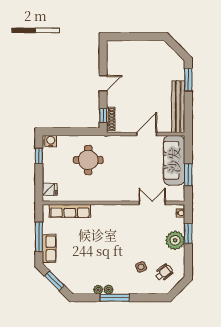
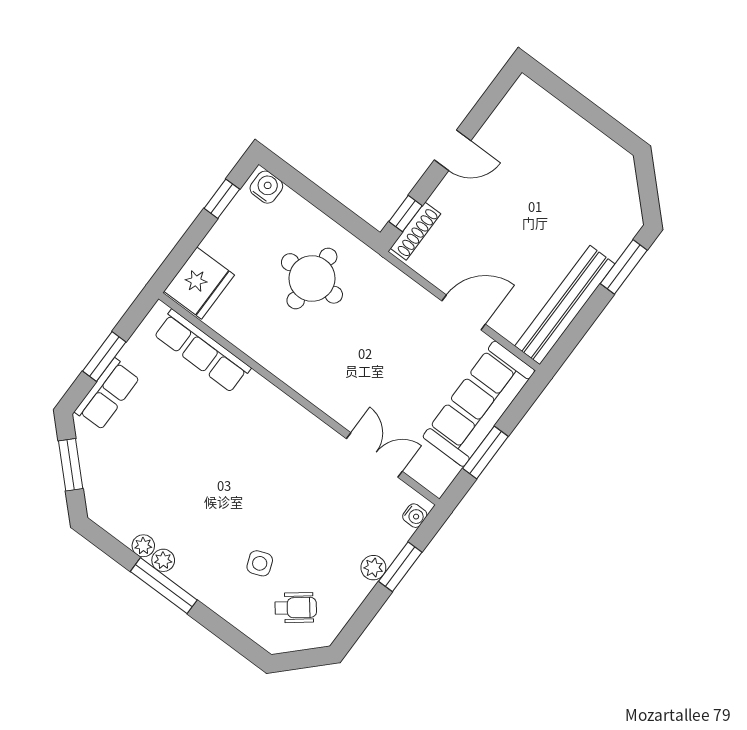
fridge: (50, 189) -> (199, 283), width x1.88, depth x1.34
window: (39, 237) -> (104, 357), width x0.69
plant: (175, 240) -> (373, 568), width x0.53, depth x0.53

